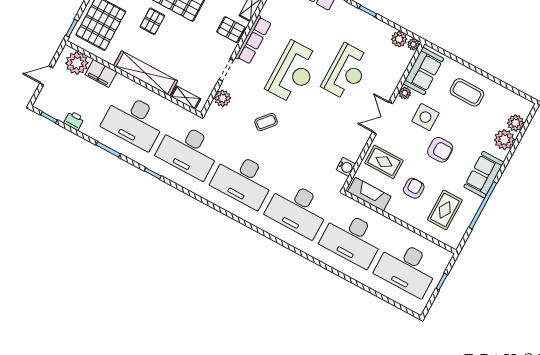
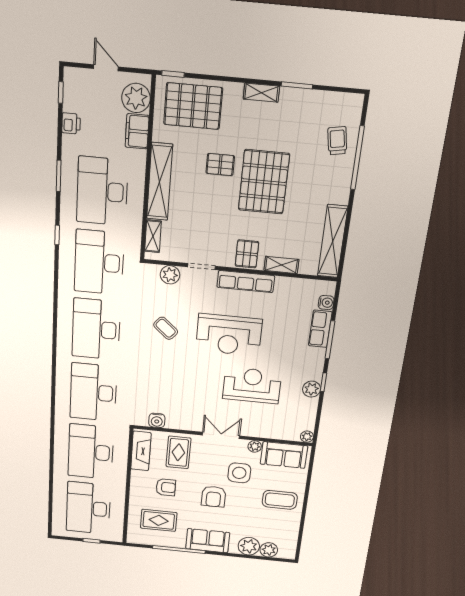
plant: (399, 39) -> (312, 389), moved
reception desk: (346, 72) -> (252, 385), turned 180
coffee table: (467, 92) -> (280, 500), turned 90

